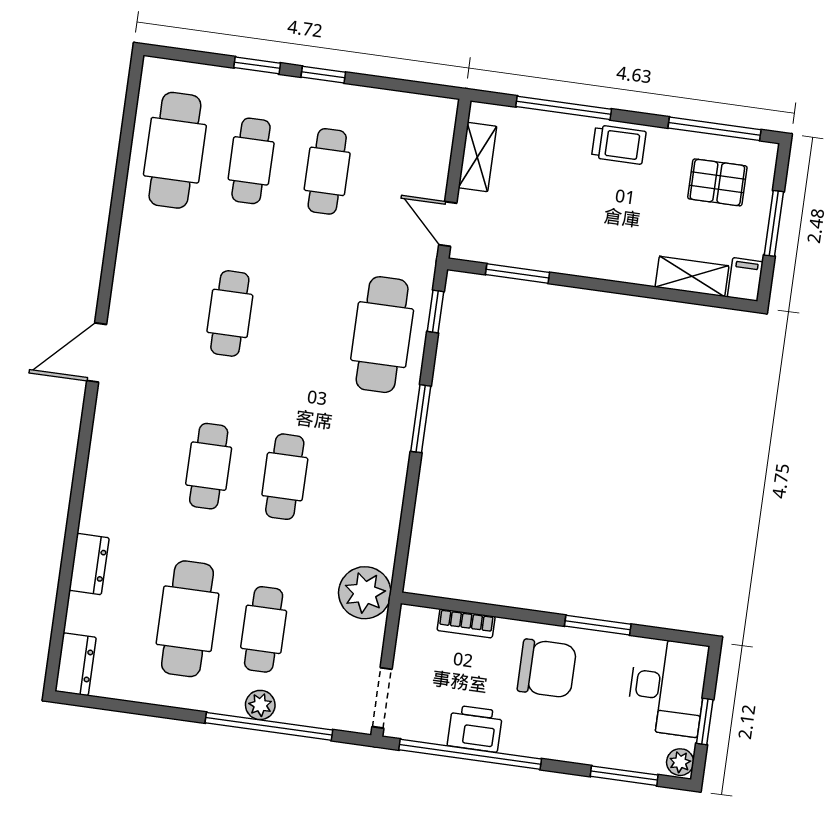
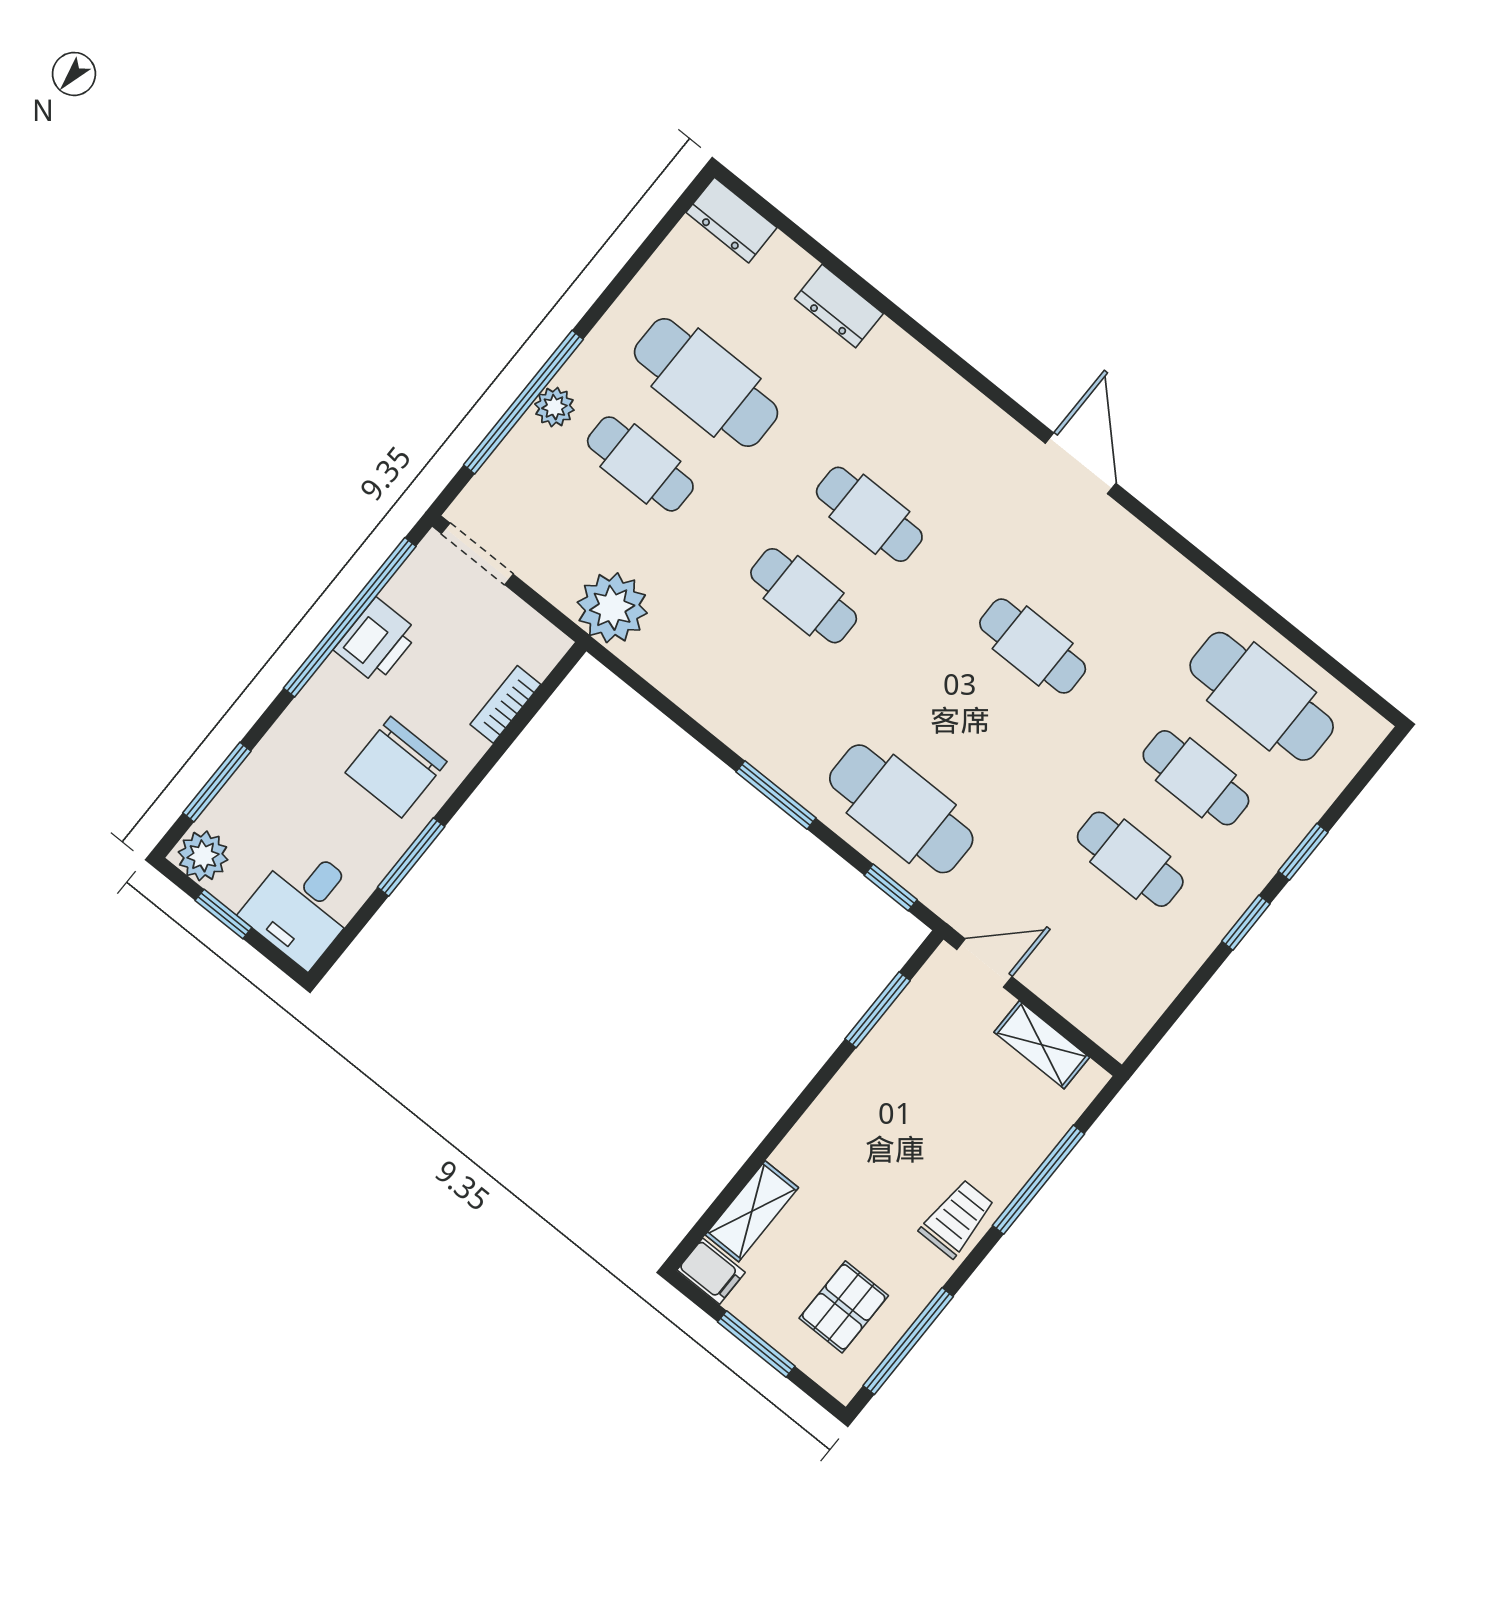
trolley: (619, 144) -> (957, 1218), turned 180
desk: (667, 687) -> (303, 906), width x0.73
plant: (680, 762) -> (203, 856), width x1.38, depth x1.38

